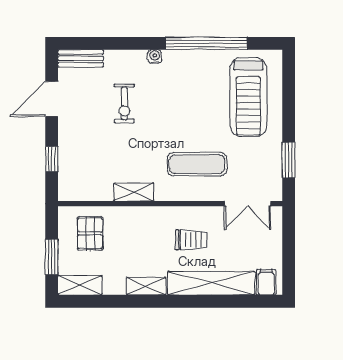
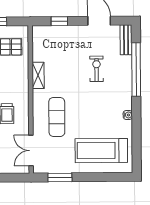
window: (206, 43) -> (136, 70), moved
water cooler: (155, 57) -> (128, 115), moved
exercise bike: (124, 103) -> (97, 69), turned 90

